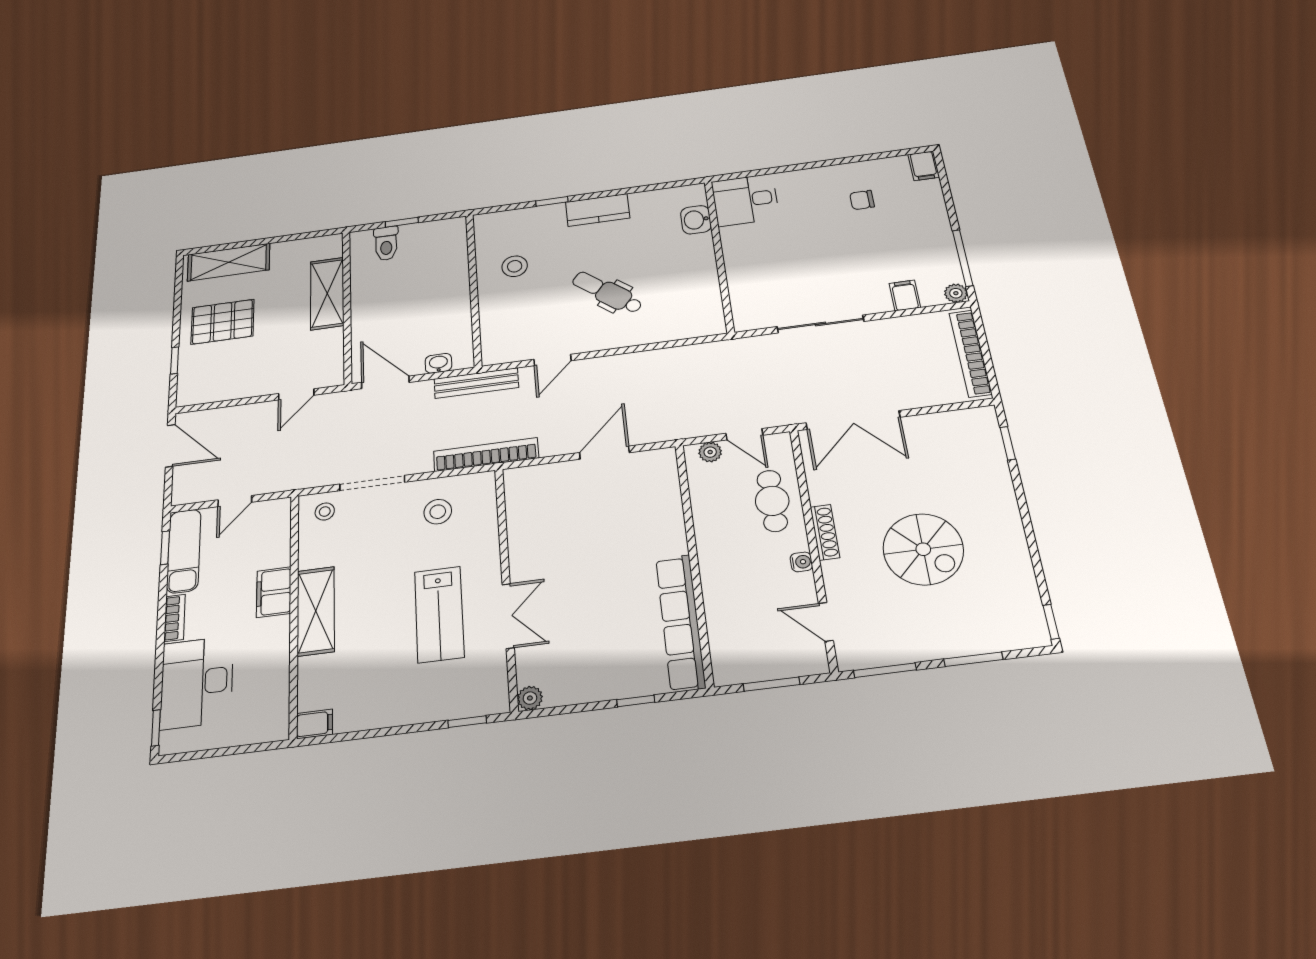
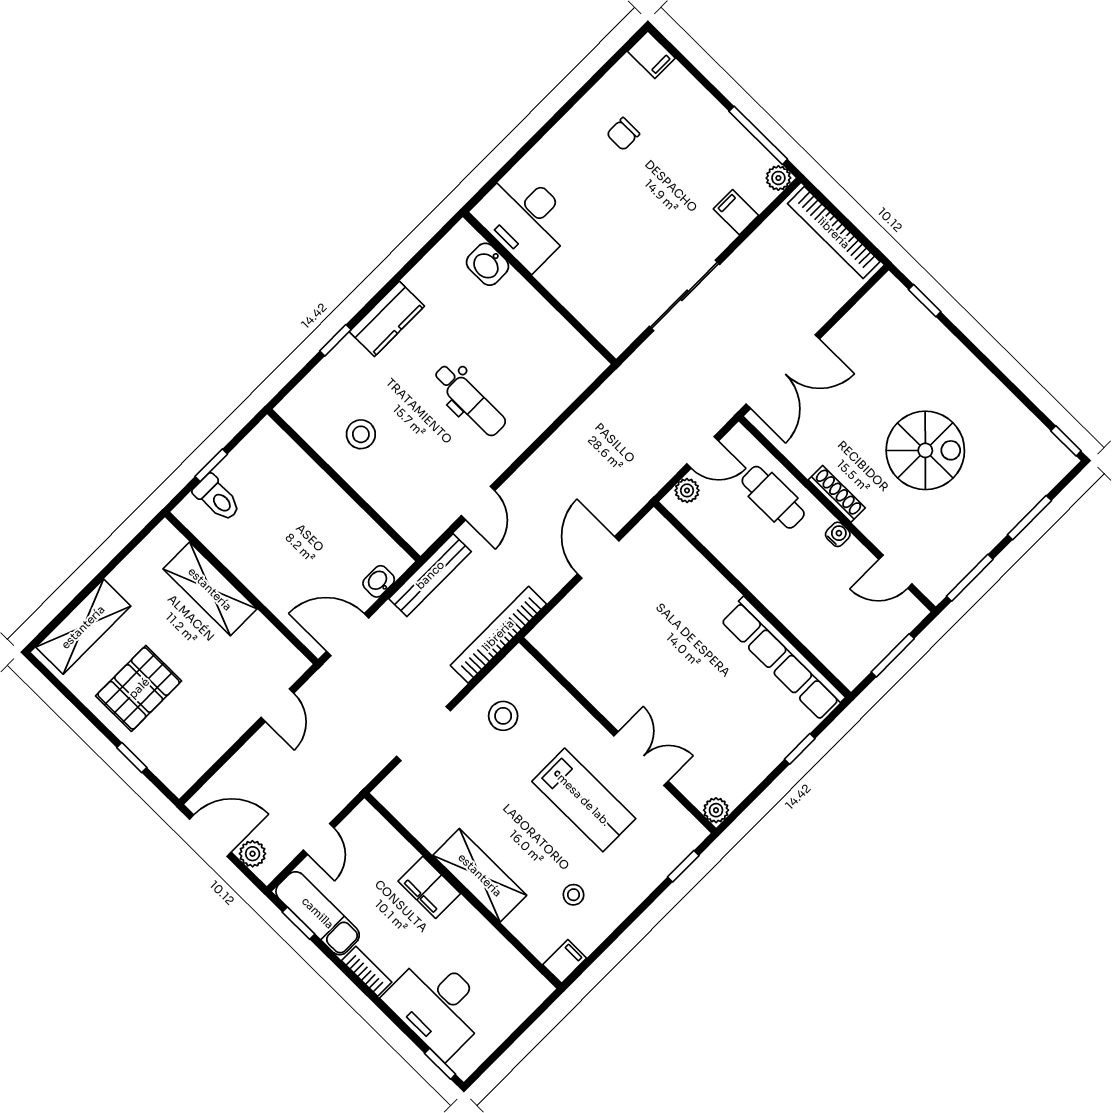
desk: (745, 200) -> (525, 218), width x1.37
dental chair: (607, 292) -> (470, 400), turned -129
plant: (184, 478) -> (253, 854), added
stool: (325, 512) -> (573, 895), moved

